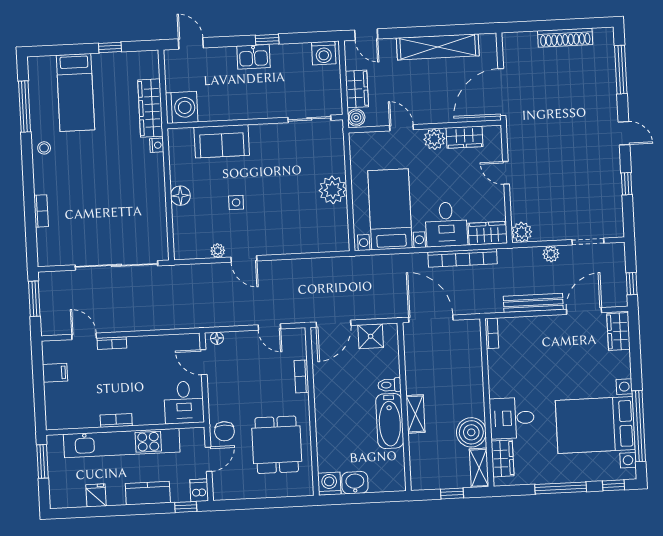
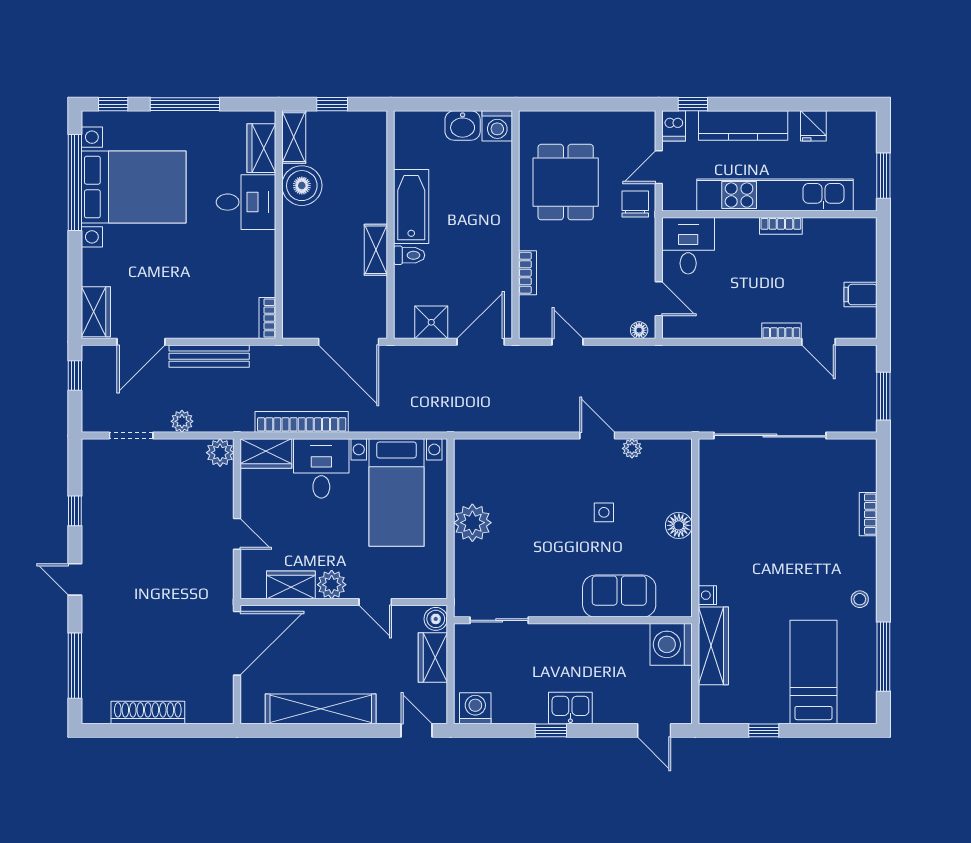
shelving: (415, 414) -> (376, 250), moved
kitchen counter: (148, 493) -> (743, 126), width x1.50

